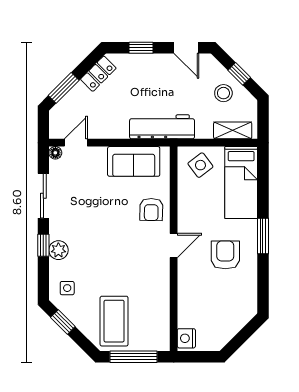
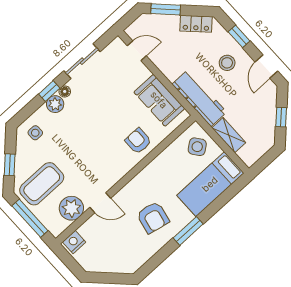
stool: (223, 93) -> (227, 63), moved
shelving: (233, 130) -> (229, 135), moved
floor lamp: (55, 153) -> (65, 91), moved
armchair: (151, 209) -> (138, 141), turned 89
door: (174, 246) -> (100, 203), moved
armchair: (225, 255) -> (153, 217), turned 102
plant: (157, 315) -> (71, 208), added
window: (63, 322) -> (10, 165), moved

